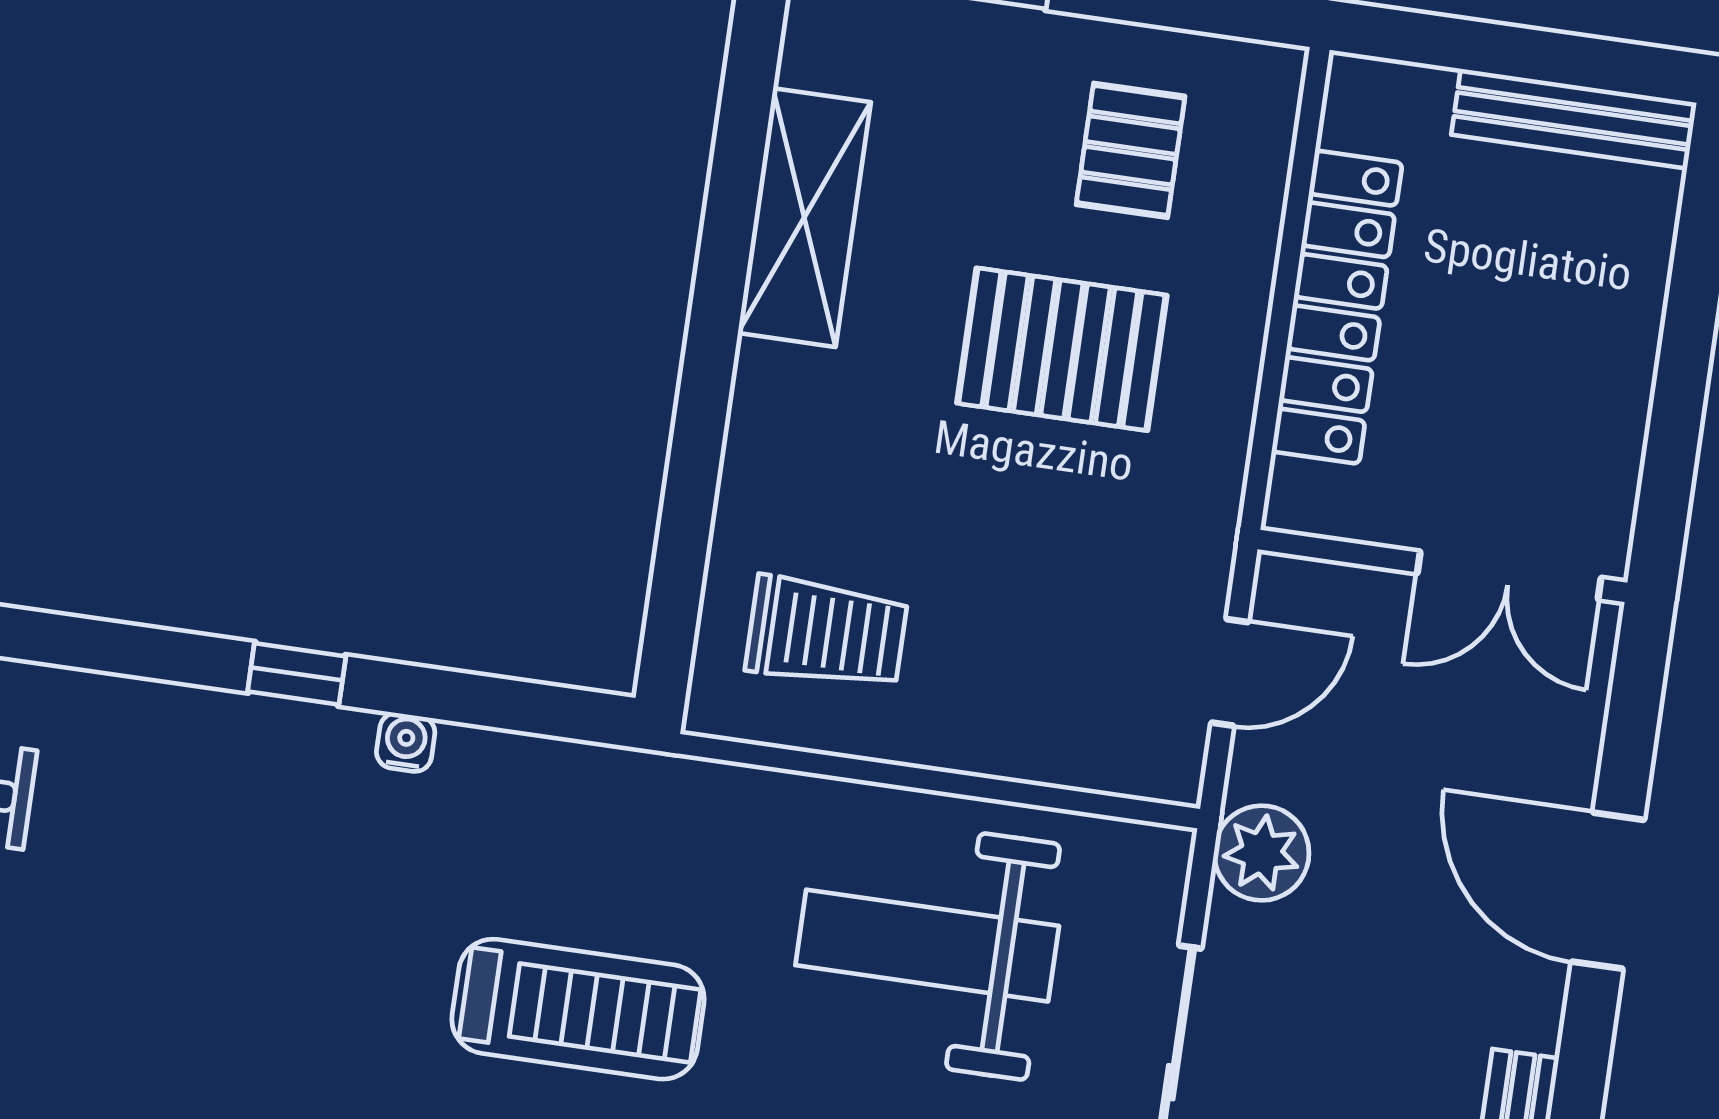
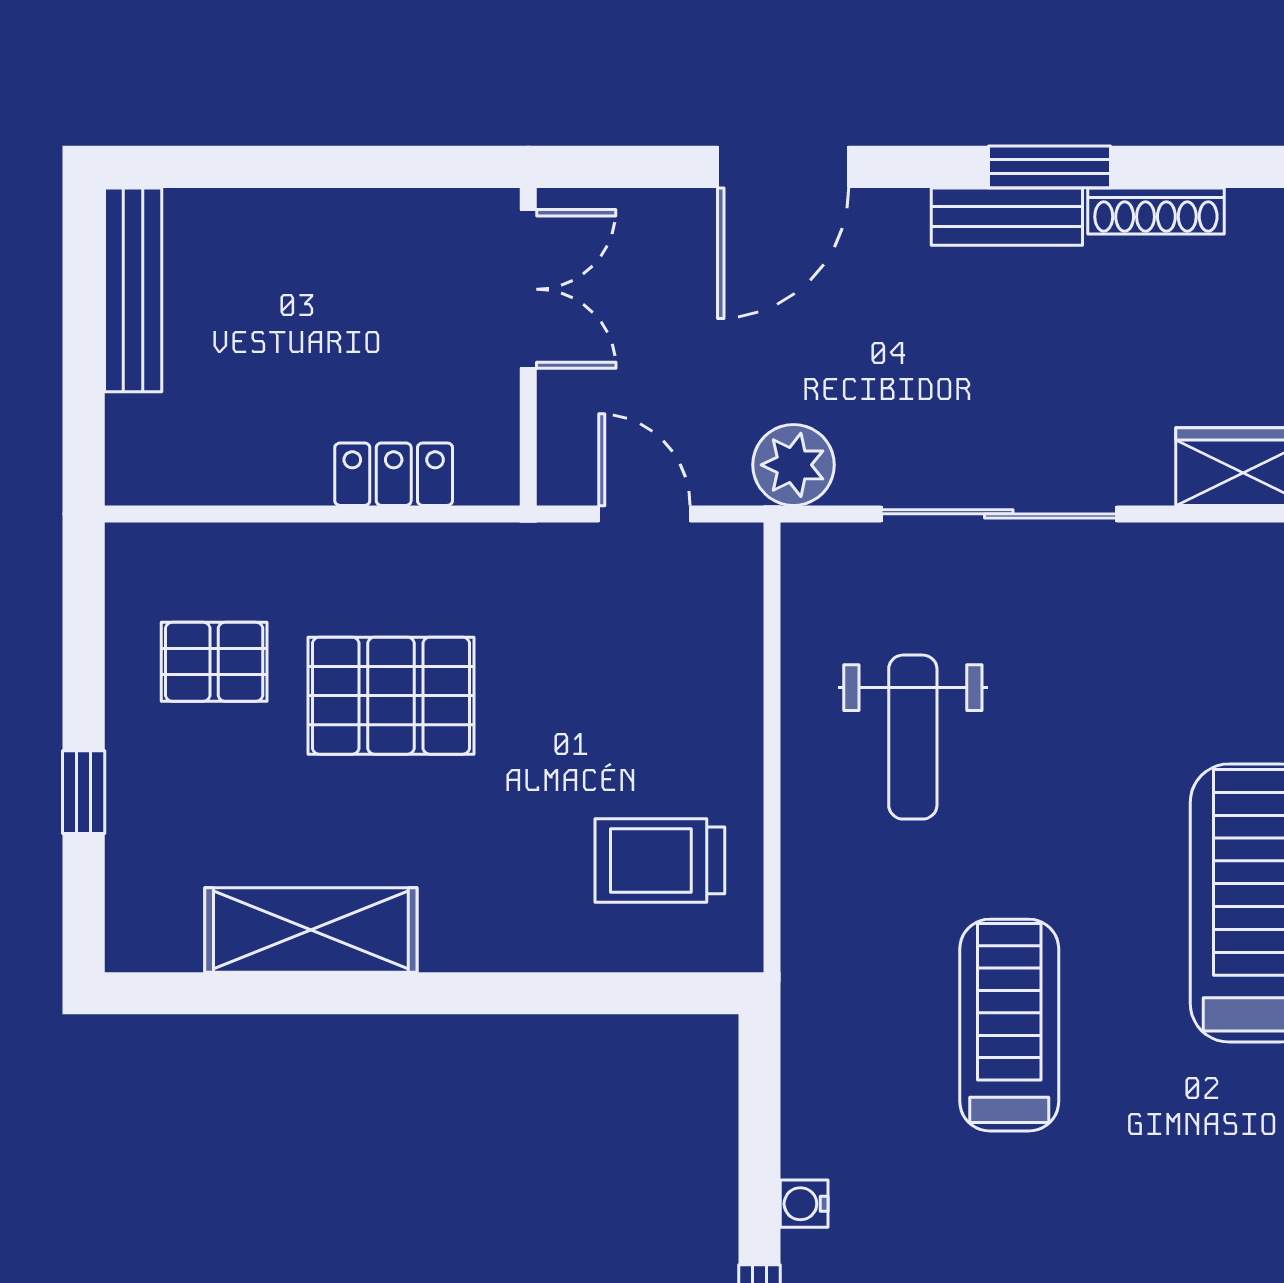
locker: (1337, 307) -> (394, 474), width x0.46, depth x0.83
pallet: (1062, 349) -> (391, 696), turned 90
trolley: (827, 633) -> (660, 860), turned -90
weight bench: (927, 946) -> (913, 737), width x0.73, depth x0.75

